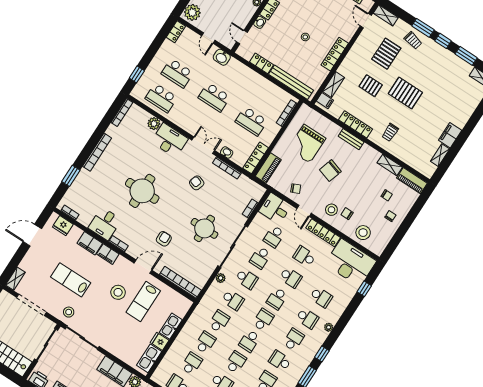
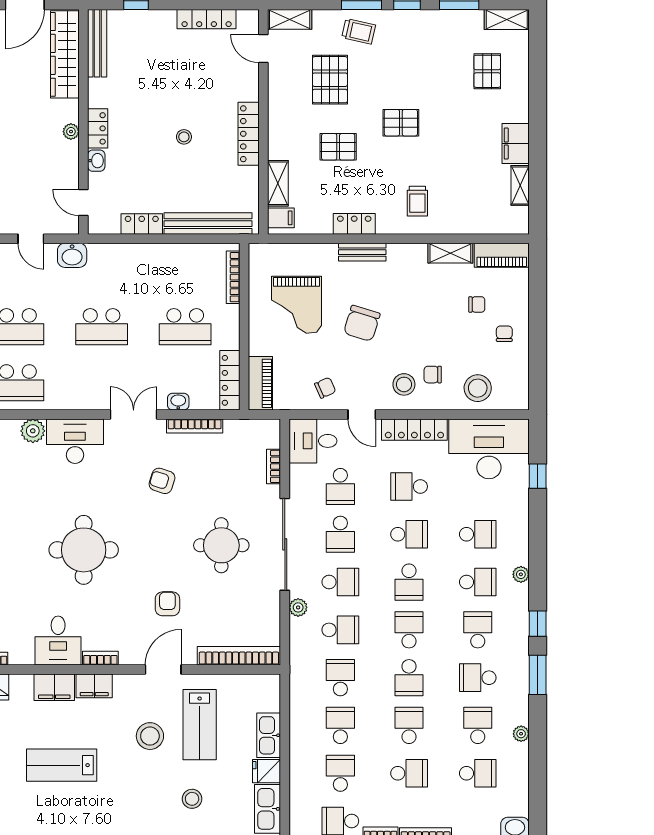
pallet: (405, 93) -> (401, 123), width x0.67, depth x0.71
pallet: (458, 95) -> (487, 71), added
locker: (356, 124) -> (354, 224), width x0.66
stool: (69, 312) -> (192, 799), moved

